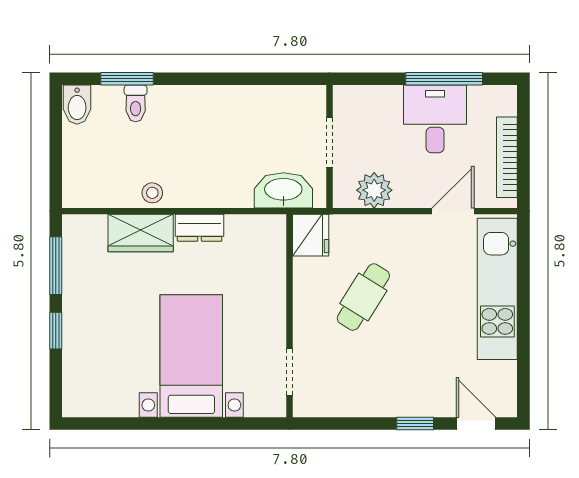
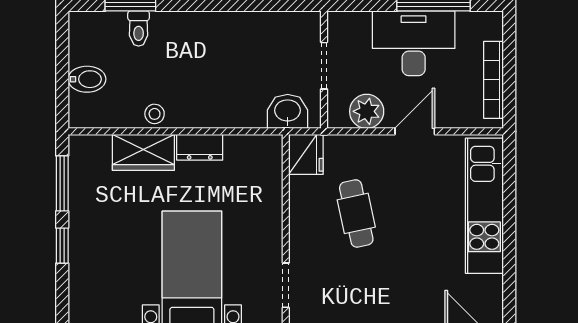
bidet: (77, 105) -> (87, 79), moved, turned -90
desk: (435, 119) -> (414, 43), width x1.37
washbasin: (283, 190) -> (288, 111), width x0.72
door: (453, 211) -> (415, 131), moved
cafe table: (363, 297) -> (356, 213), turned -44

